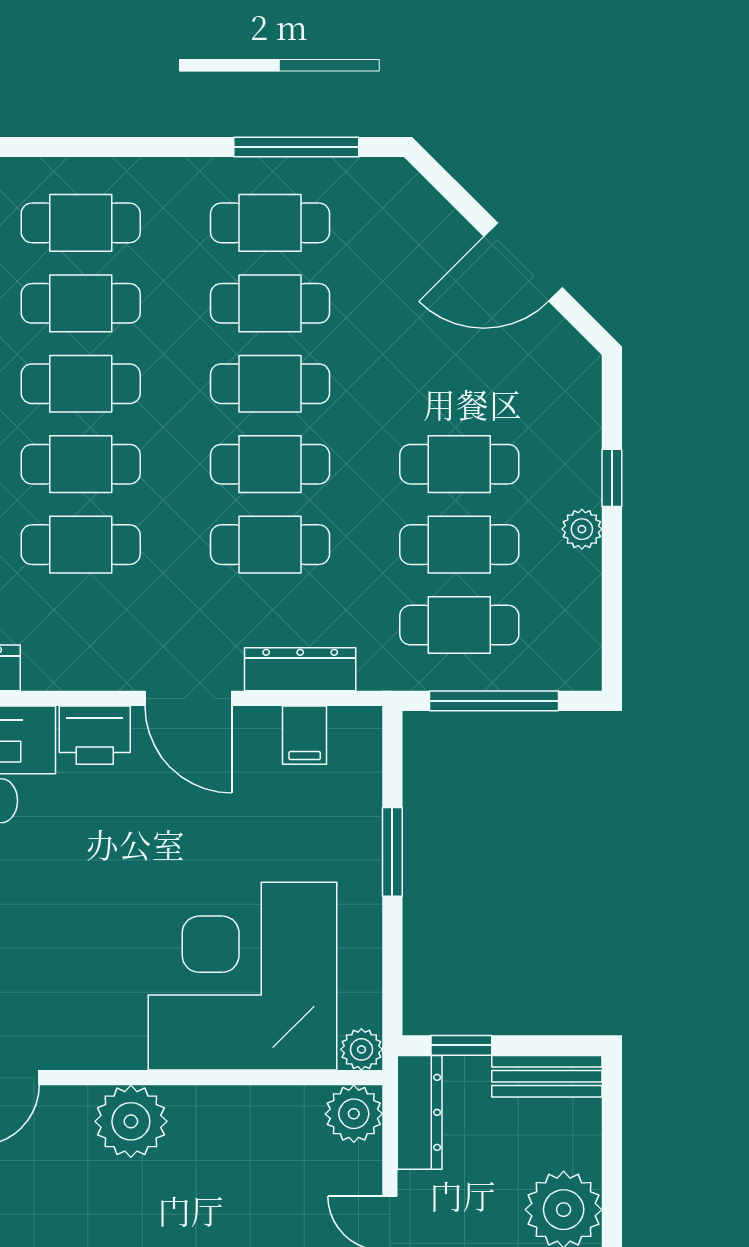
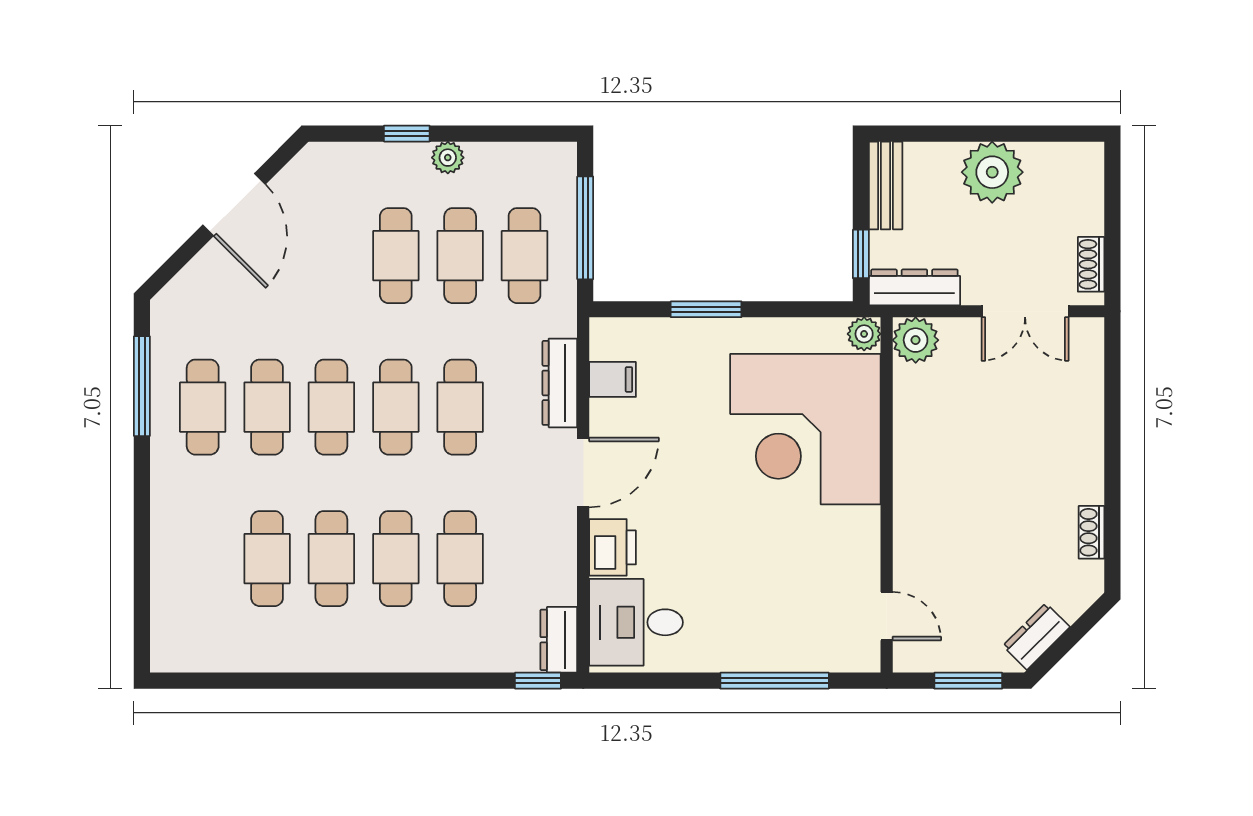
cafe table: (81, 223) -> (203, 559), removed
plant: (131, 1121) -> (922, 518), removed

